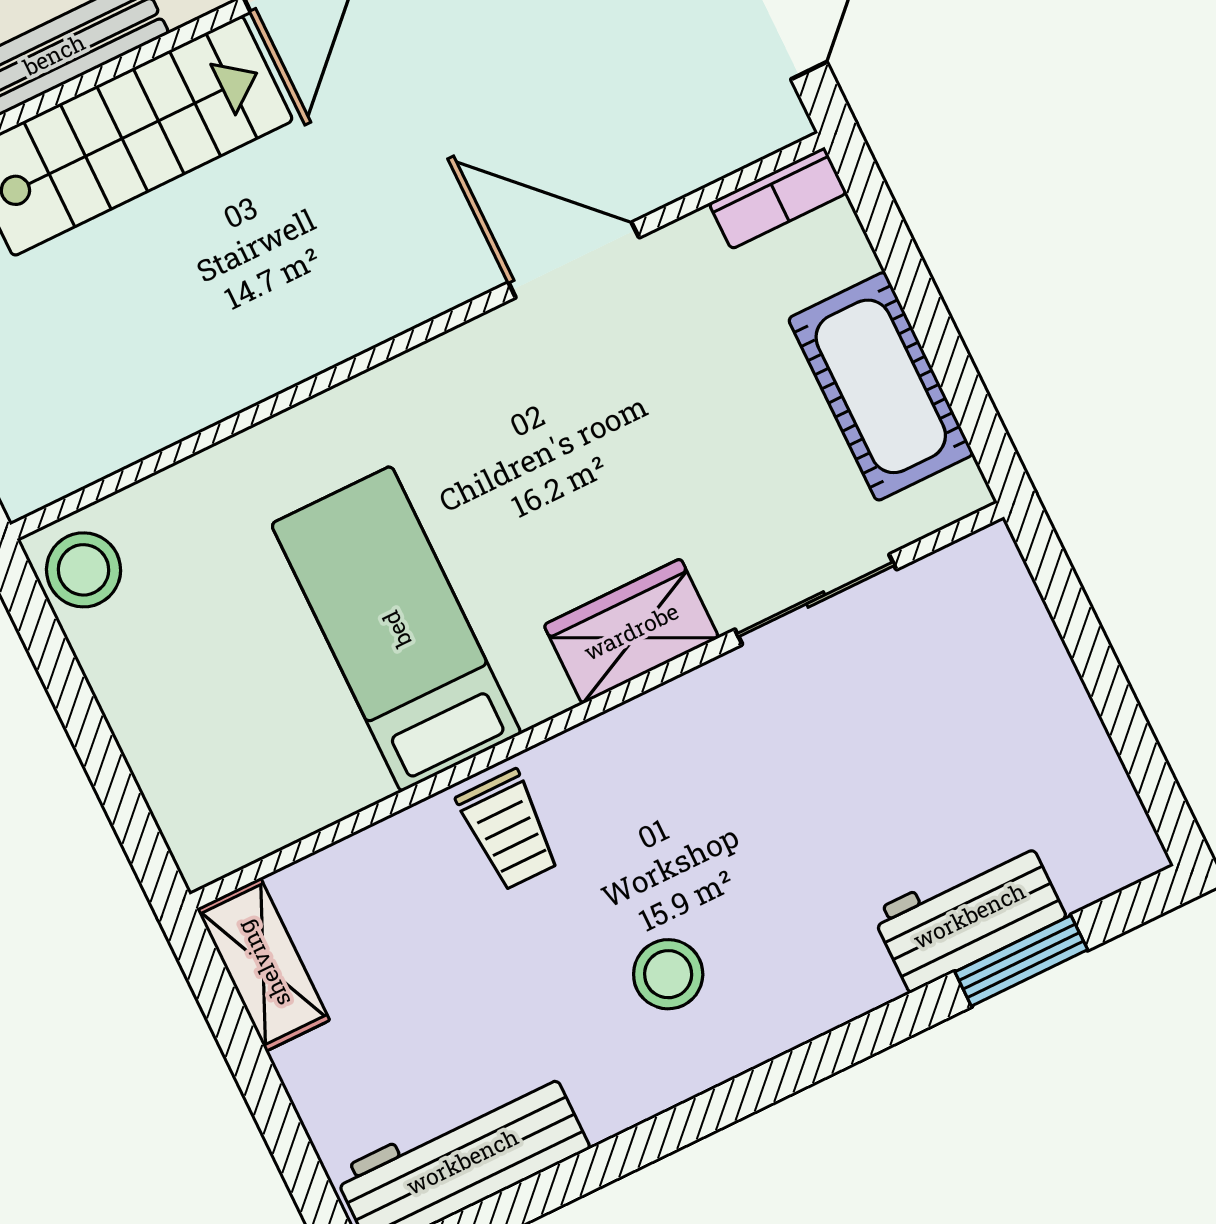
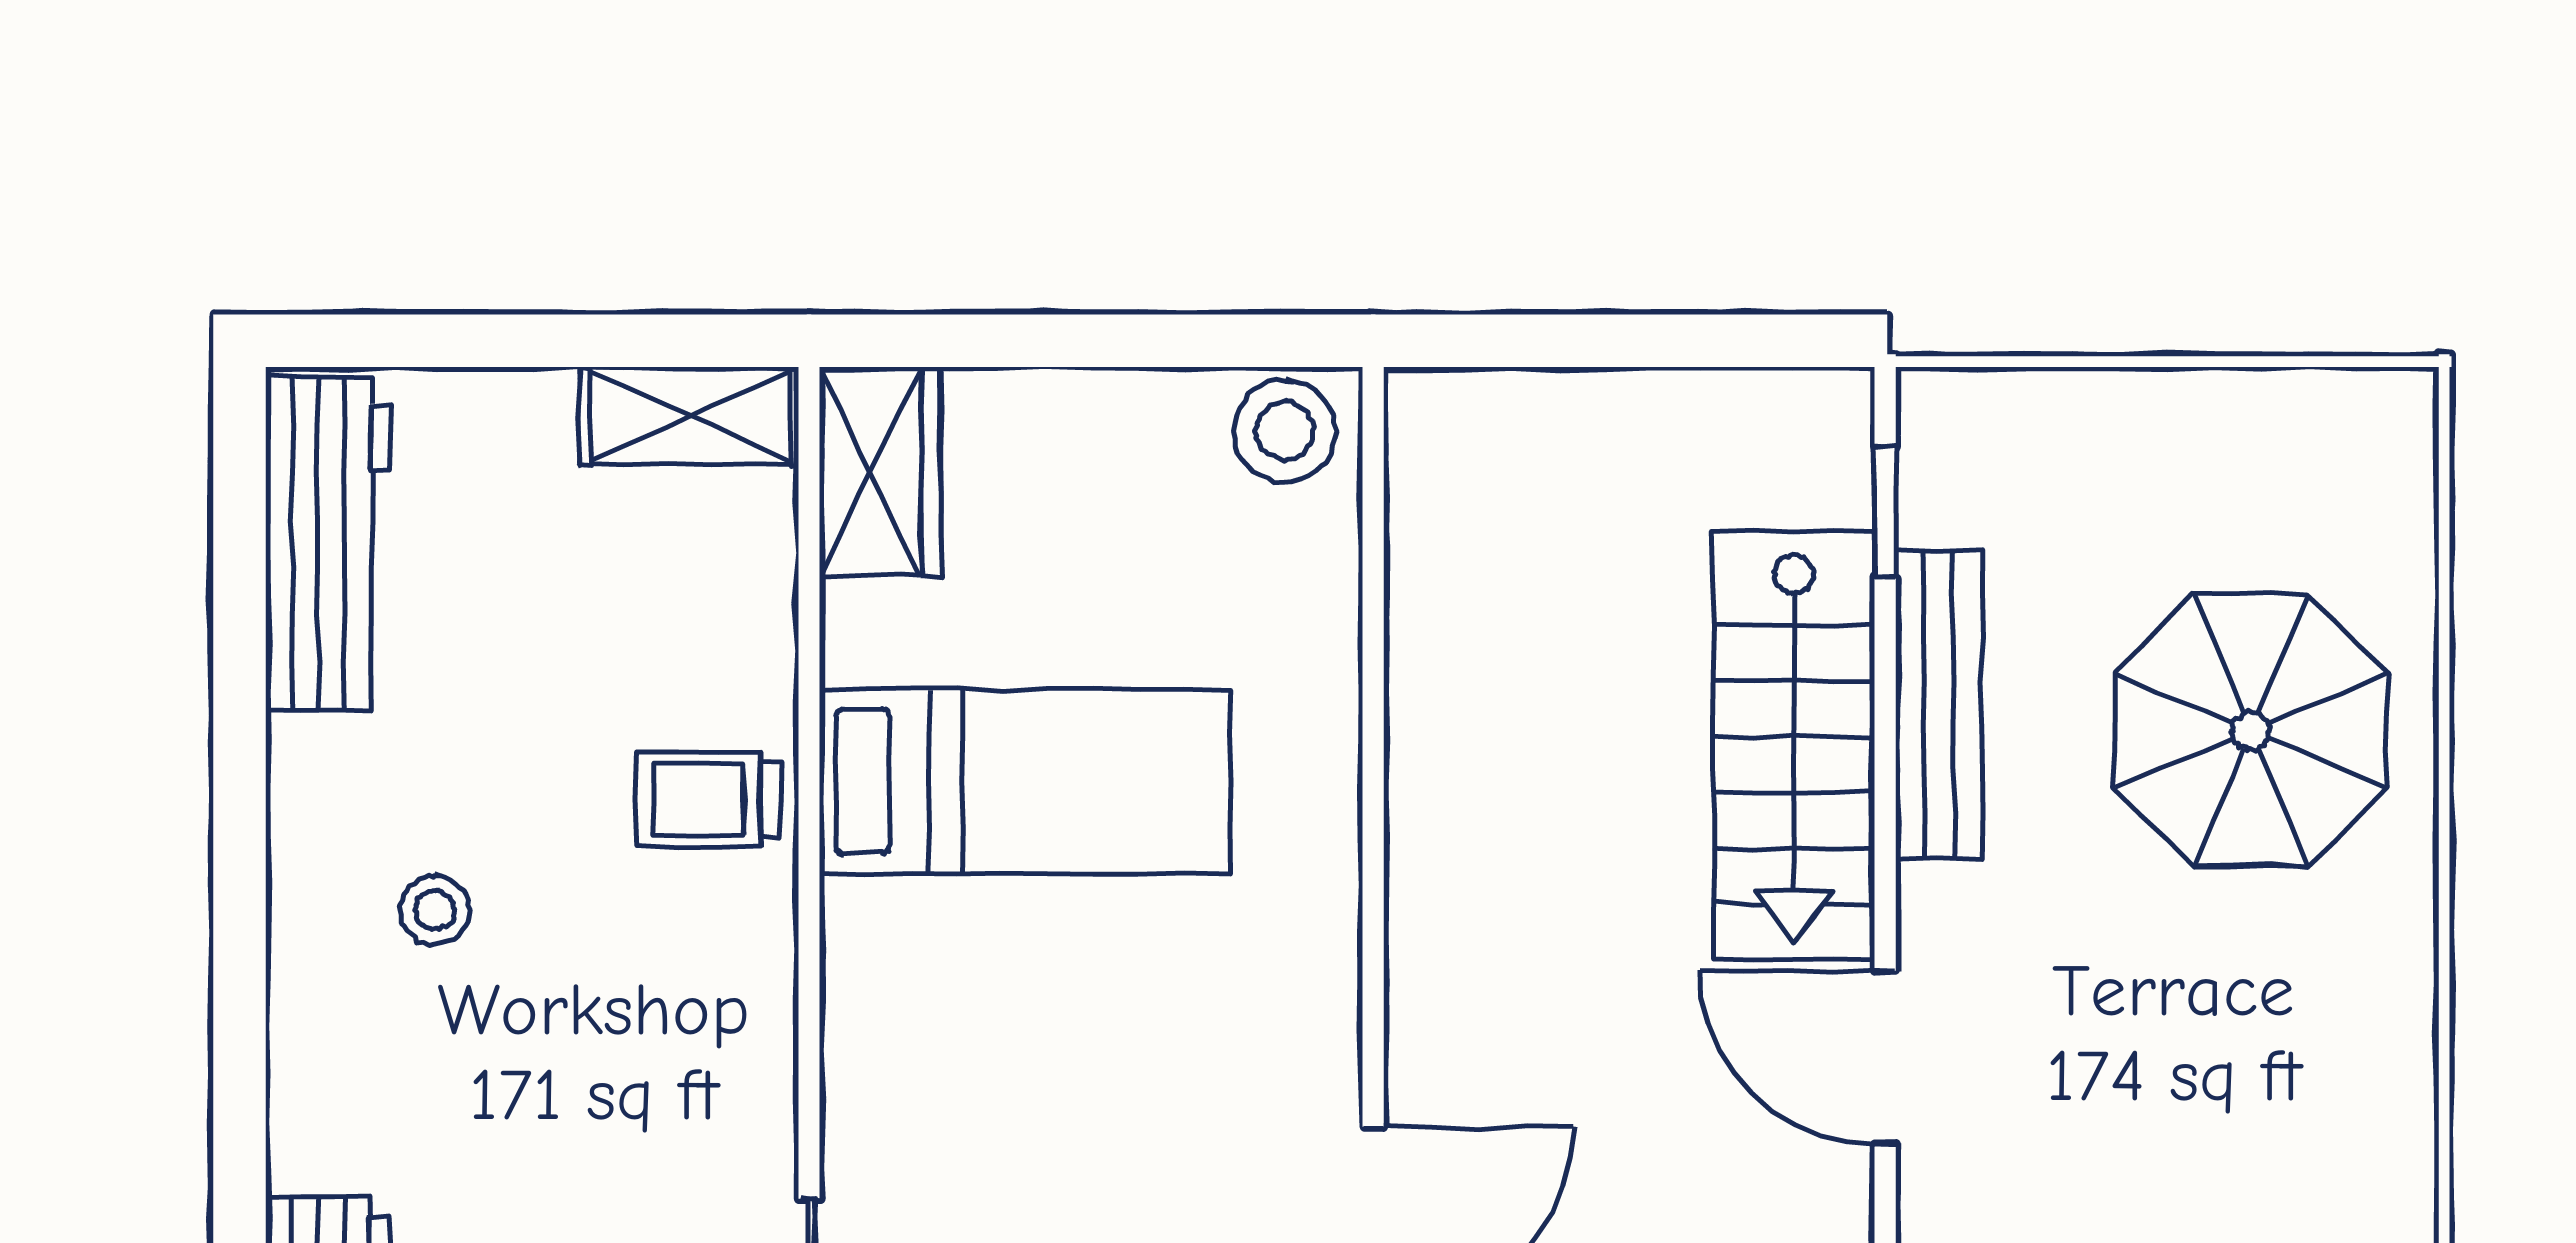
wardrobe: (631, 631) -> (880, 472), moved
stool: (668, 974) -> (435, 910), width x0.73, depth x0.73

